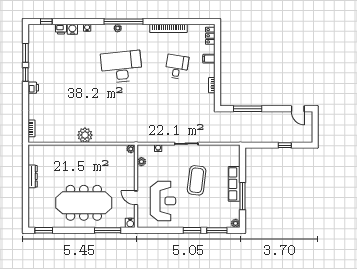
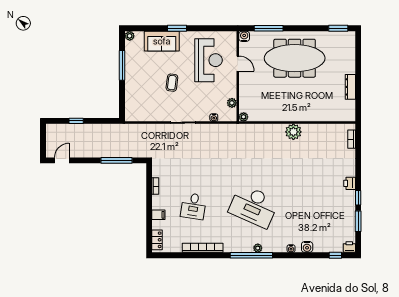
printer: (61, 29) -> (349, 247), moved
desk: (121, 67) -> (254, 206), turned 30
door: (298, 109) -> (62, 160), hinge flipped
coffee table: (197, 180) -> (172, 83), width x0.54, depth x0.58
row of seats: (234, 184) -> (131, 79), removed
reception desk: (163, 201) -> (208, 60), turned 180
sofa: (206, 218) -> (162, 41), added
window: (217, 230) -> (150, 28), removed

